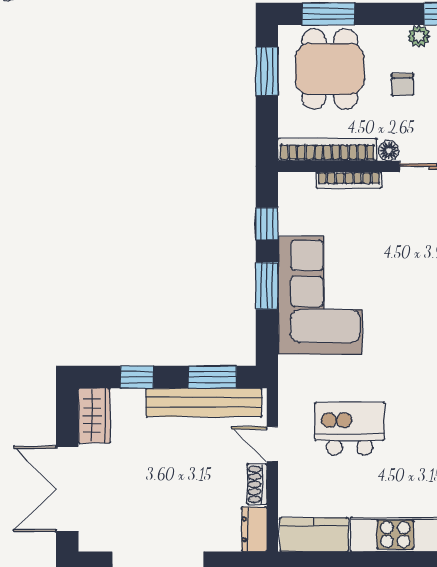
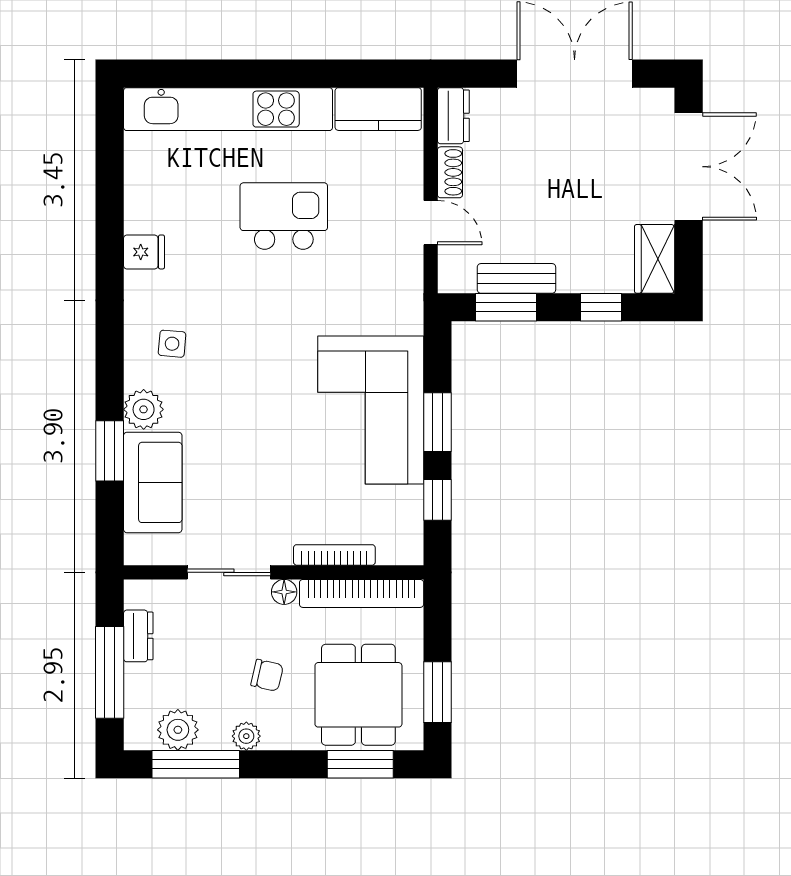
chair: (402, 85) -> (267, 675), turned 103
bench: (204, 403) -> (516, 278), width x0.54, depth x0.82
kitchen island: (350, 429) -> (284, 216), moved, turned 180

